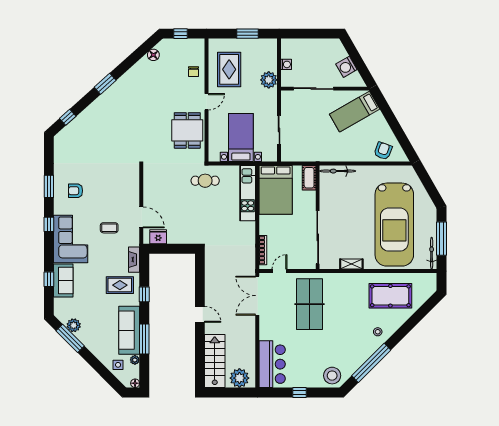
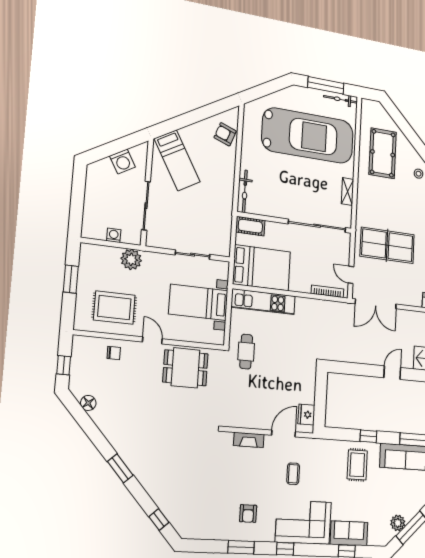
fireplace: (134, 260) -> (249, 440), moved

